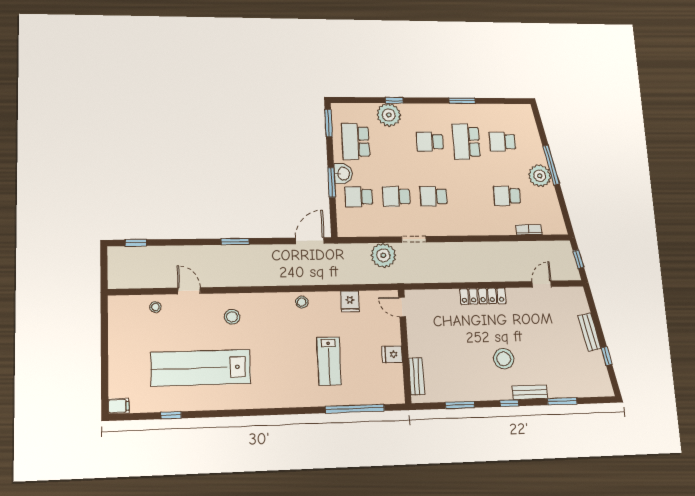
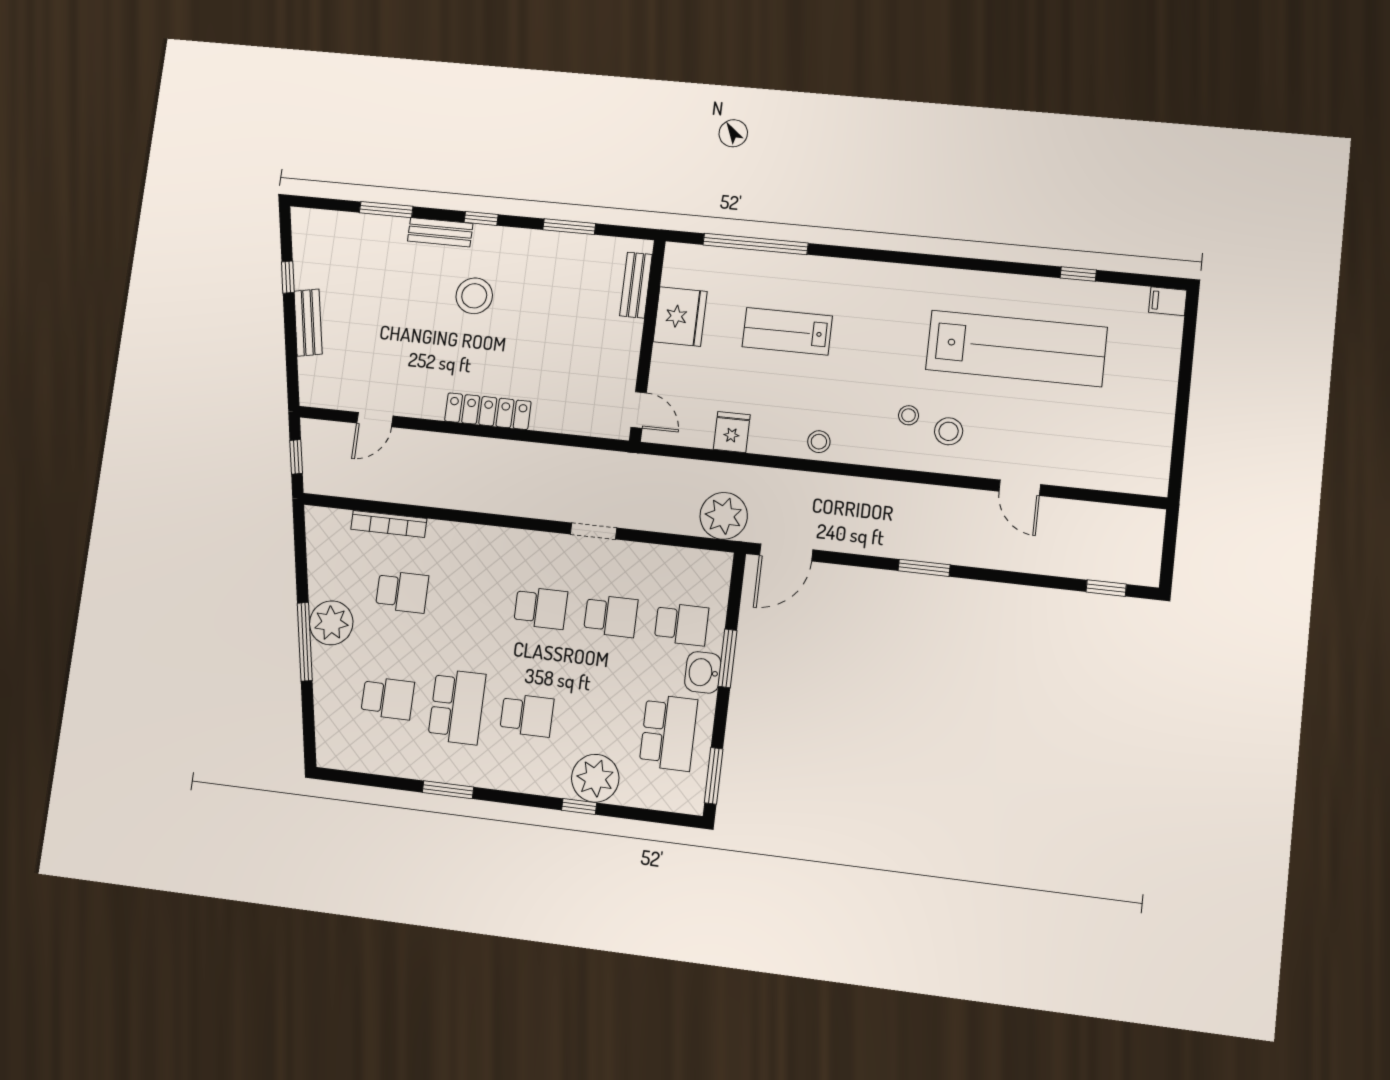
bookcase: (529, 230) -> (389, 524), width x1.56
plant: (383, 255) -> (724, 516), moved
stool: (155, 307) -> (909, 415), moved
fridge: (392, 354) -> (680, 317), width x1.88, depth x1.34
lab bench: (329, 361) -> (787, 331), turned -90

